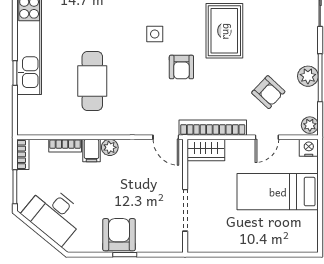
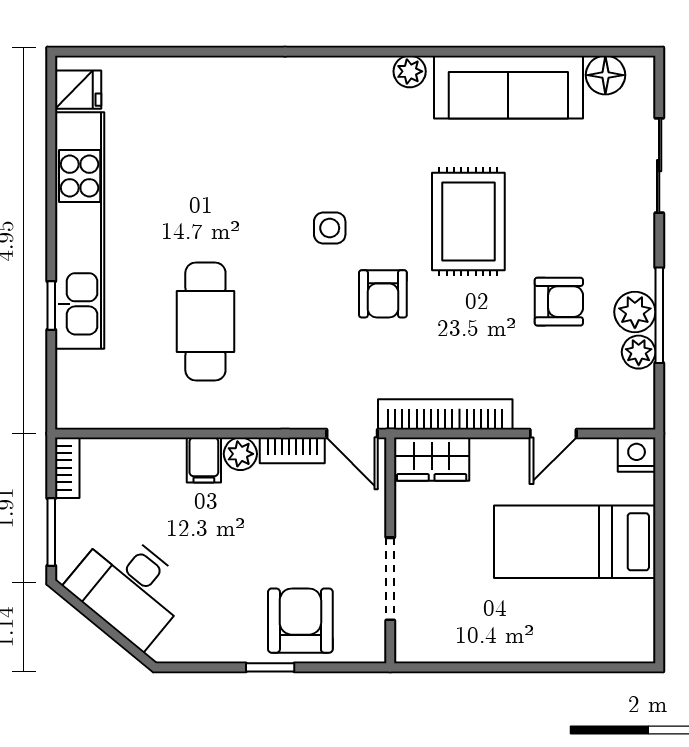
armchair: (268, 92) -> (559, 302), moved, turned -43
plant: (310, 125) -> (639, 352), moved
bookcase: (65, 146) -> (292, 450), moved
armchair: (119, 235) -> (300, 621), moved

